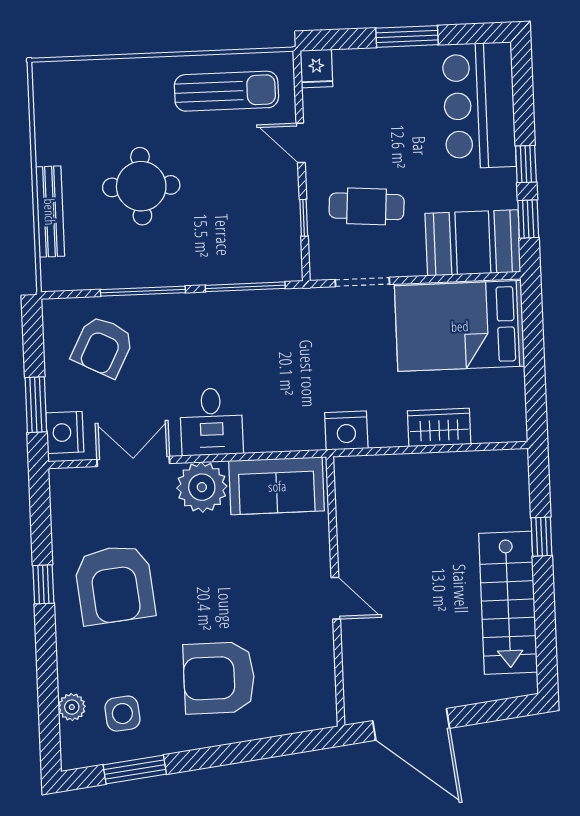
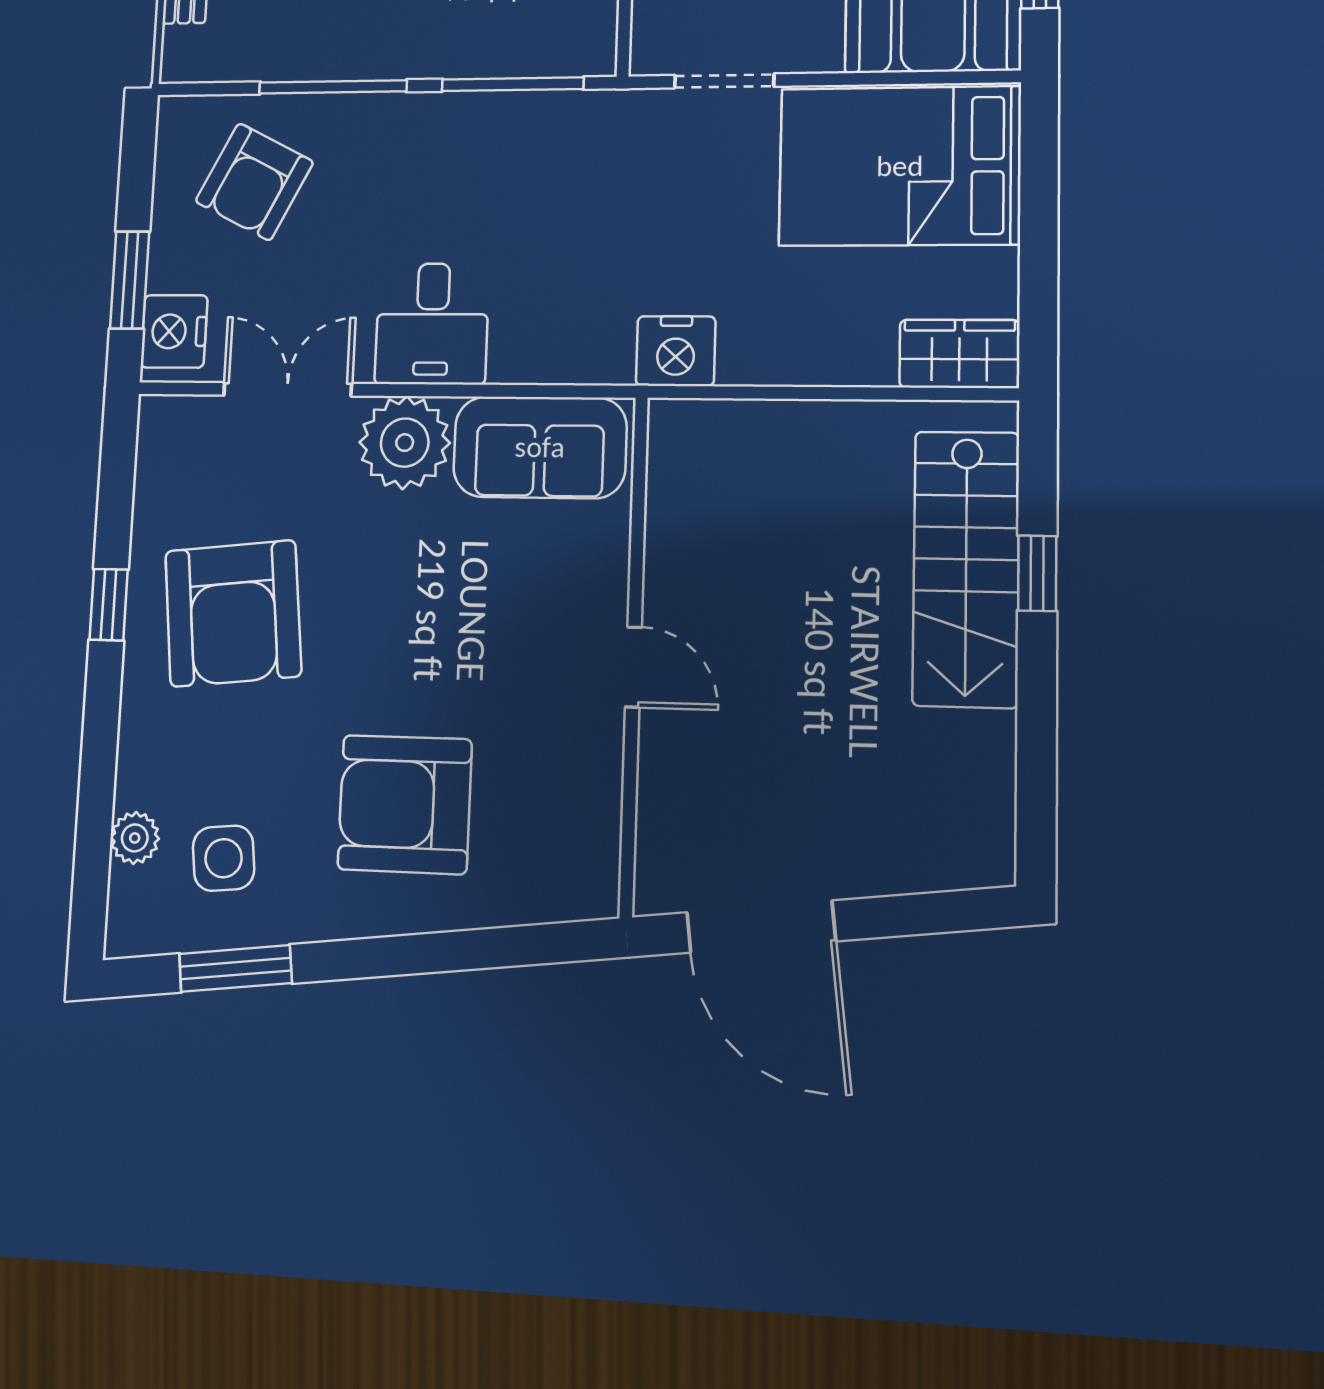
wardrobe: (439, 427) -> (959, 354), moved
stairs: (508, 603) -> (966, 569), moved

